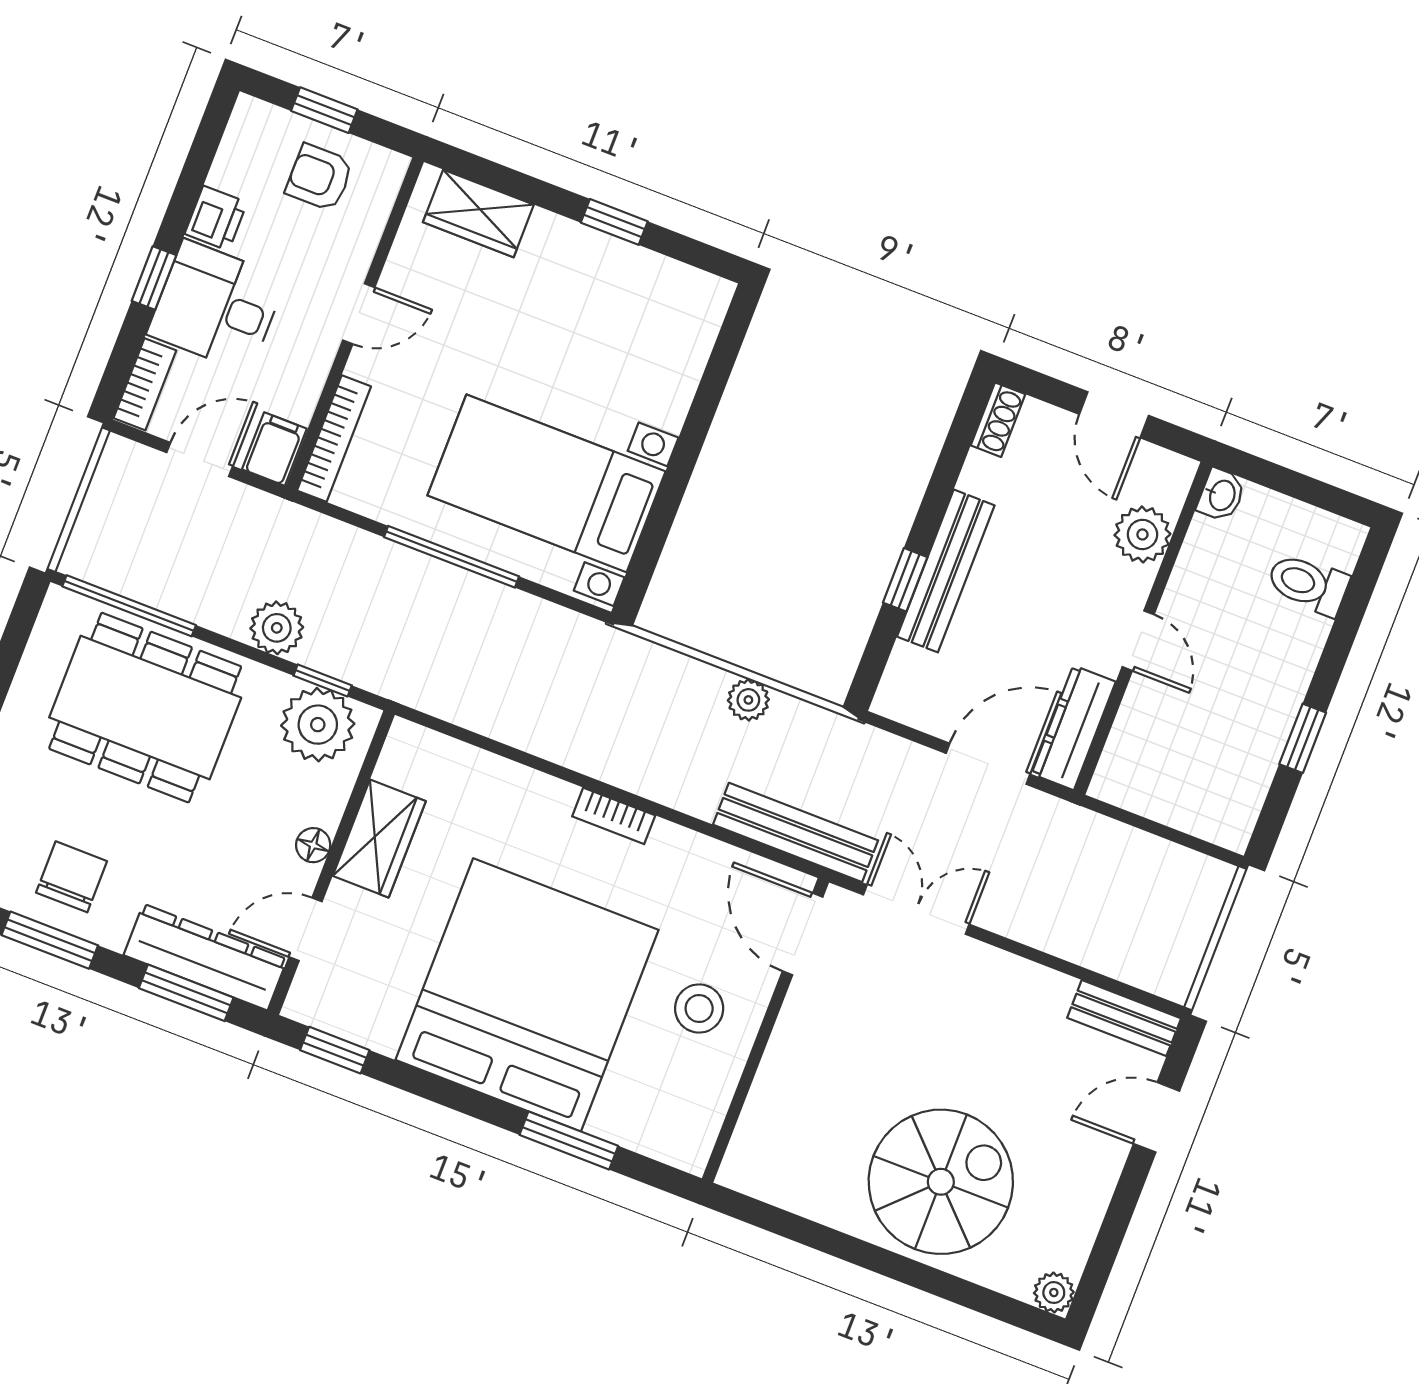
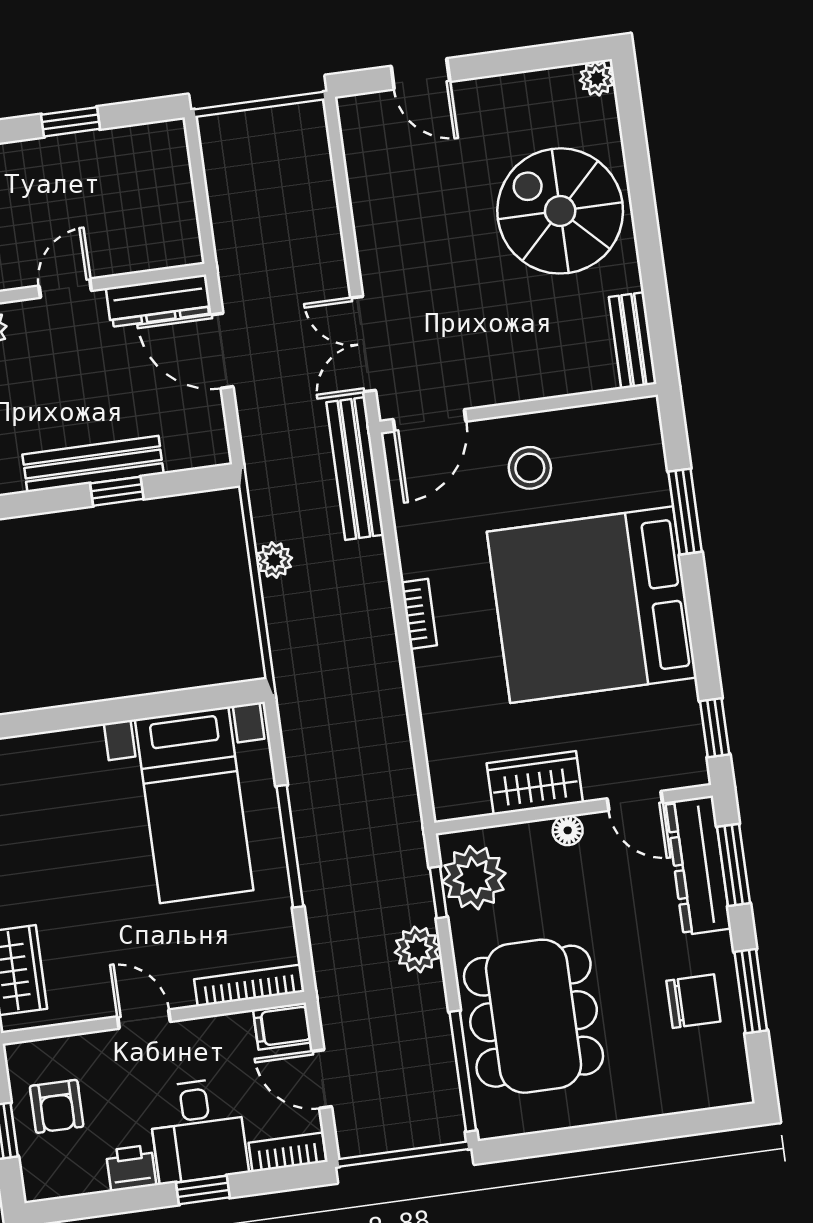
chair: (72, 877) -> (693, 1001), turned 180
bench: (1124, 1018) -> (633, 340), moved

